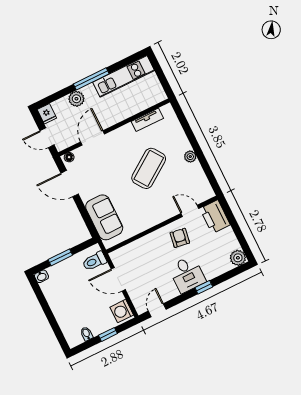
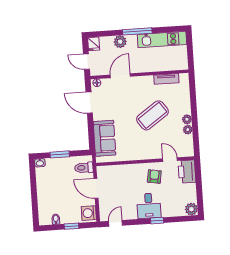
plant: (196, 168) -> (188, 130), added

